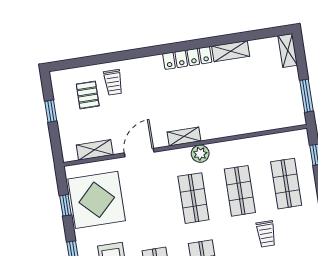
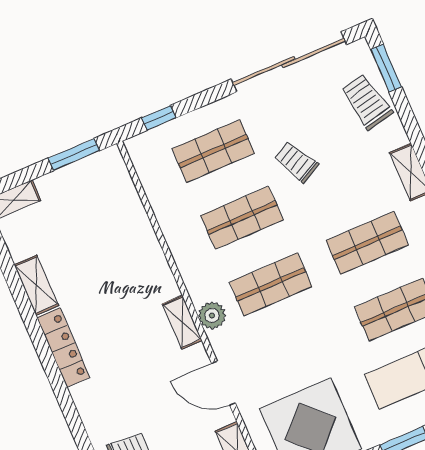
plant: (200, 154) -> (212, 315), moved
trolley: (266, 234) -> (296, 162), turned -118

